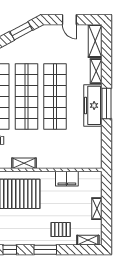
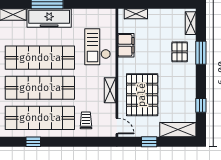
checkout: (65, 151) -> (98, 47), added
shelving: (97, 209) -> (136, 14), moved
window: (45, 250) -> (201, 53), moved

